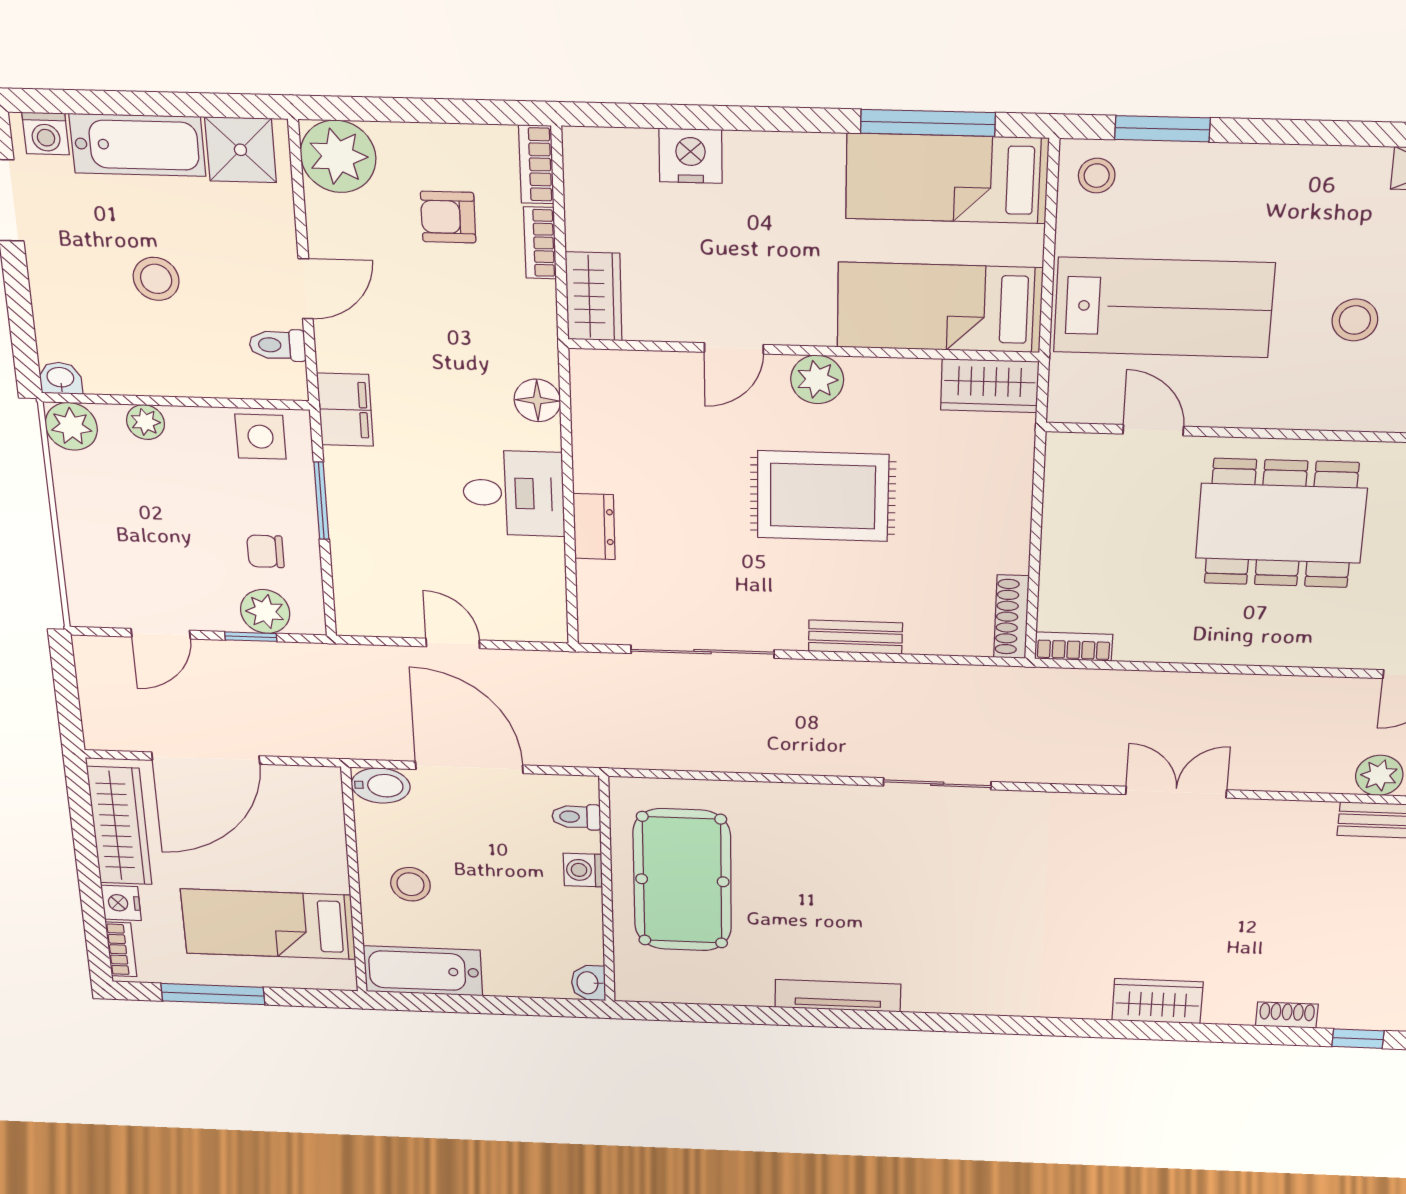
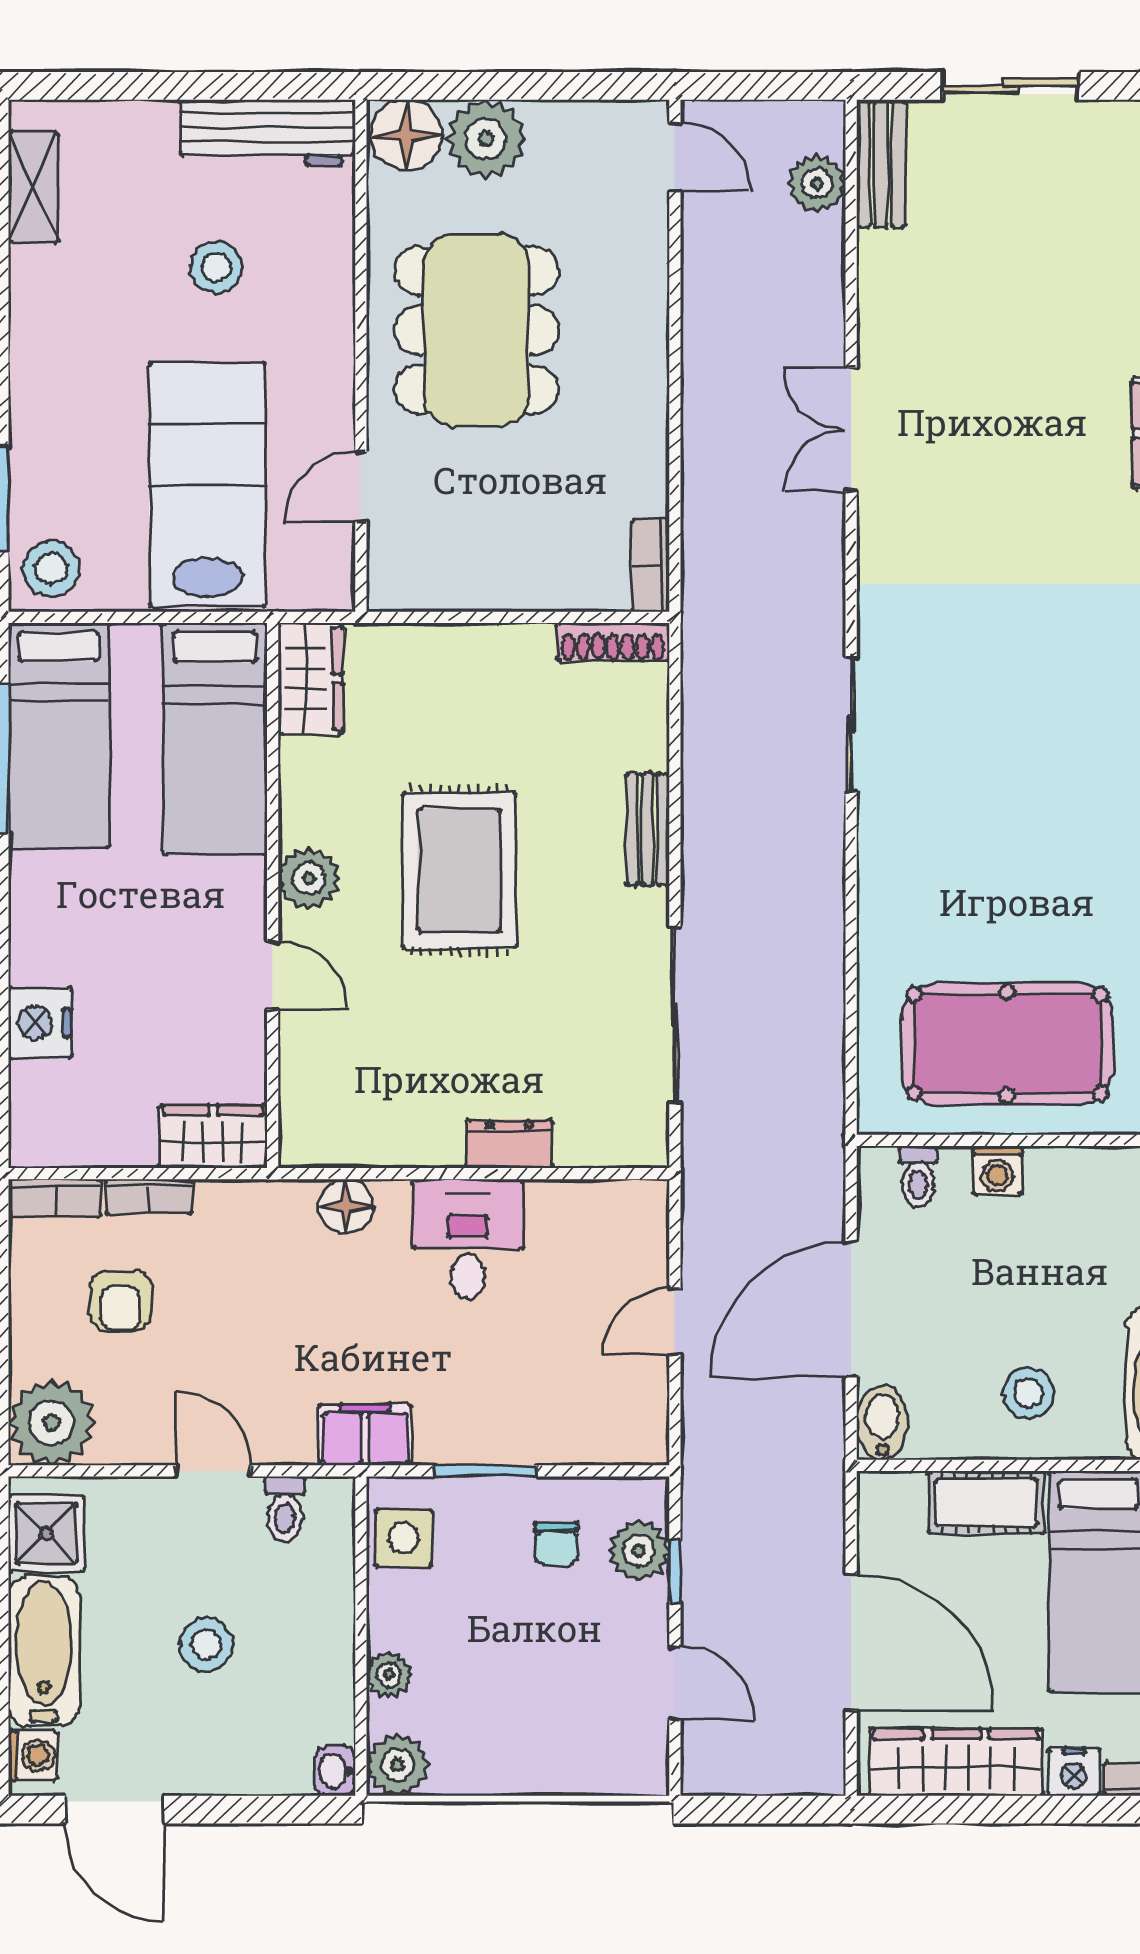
stool: (1097, 176) -> (51, 568), width x1.37, depth x1.37
cot: (323, 853) -> (986, 1502), added

